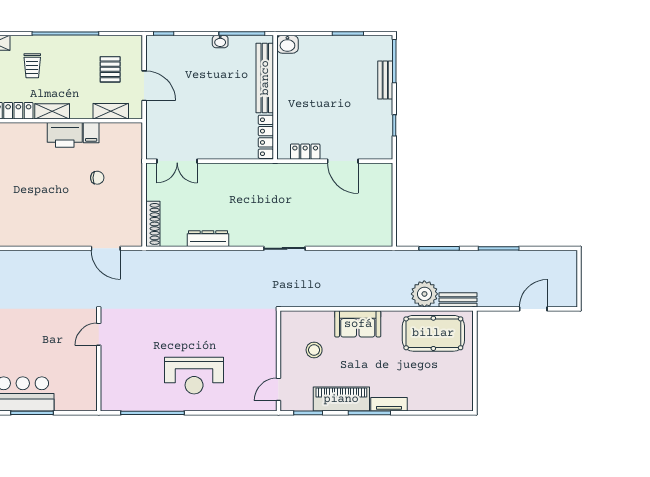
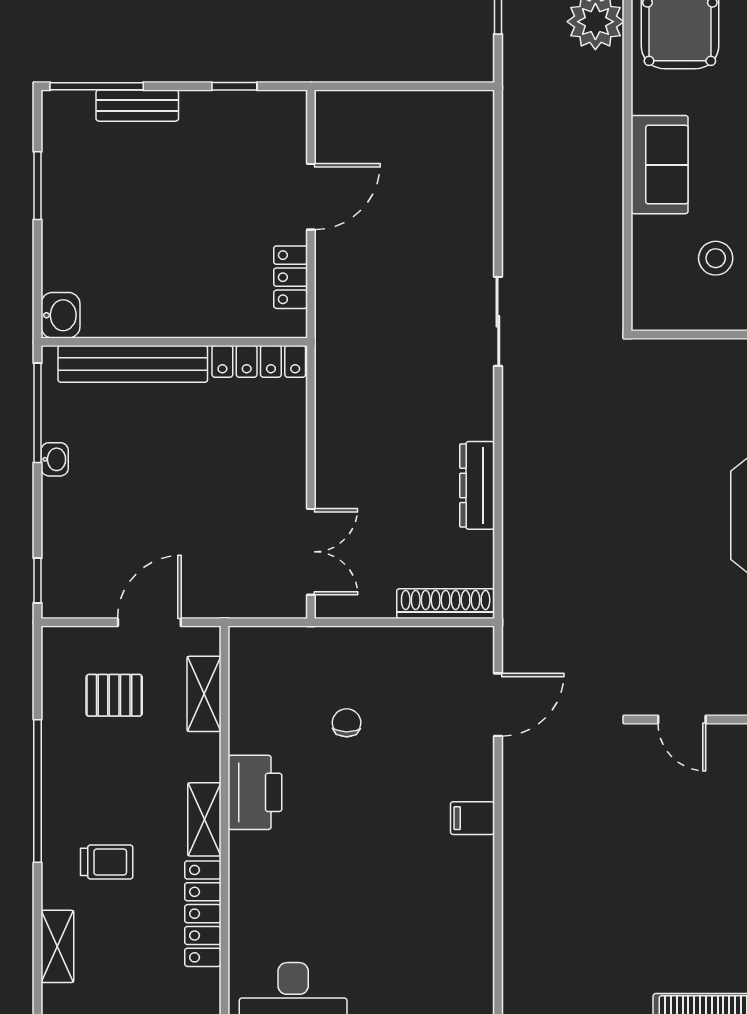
filing cabinet: (91, 133) -> (472, 818), moved, turned 180

